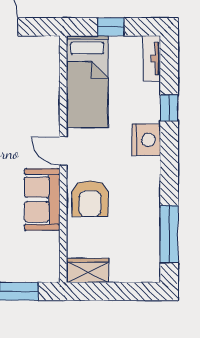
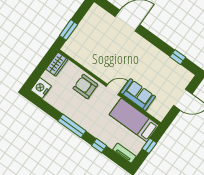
nightstand: (146, 140) -> (41, 88), moved, turned 90
sofa: (42, 199) -> (138, 95), moved
window: (169, 234) -> (72, 126), moved

